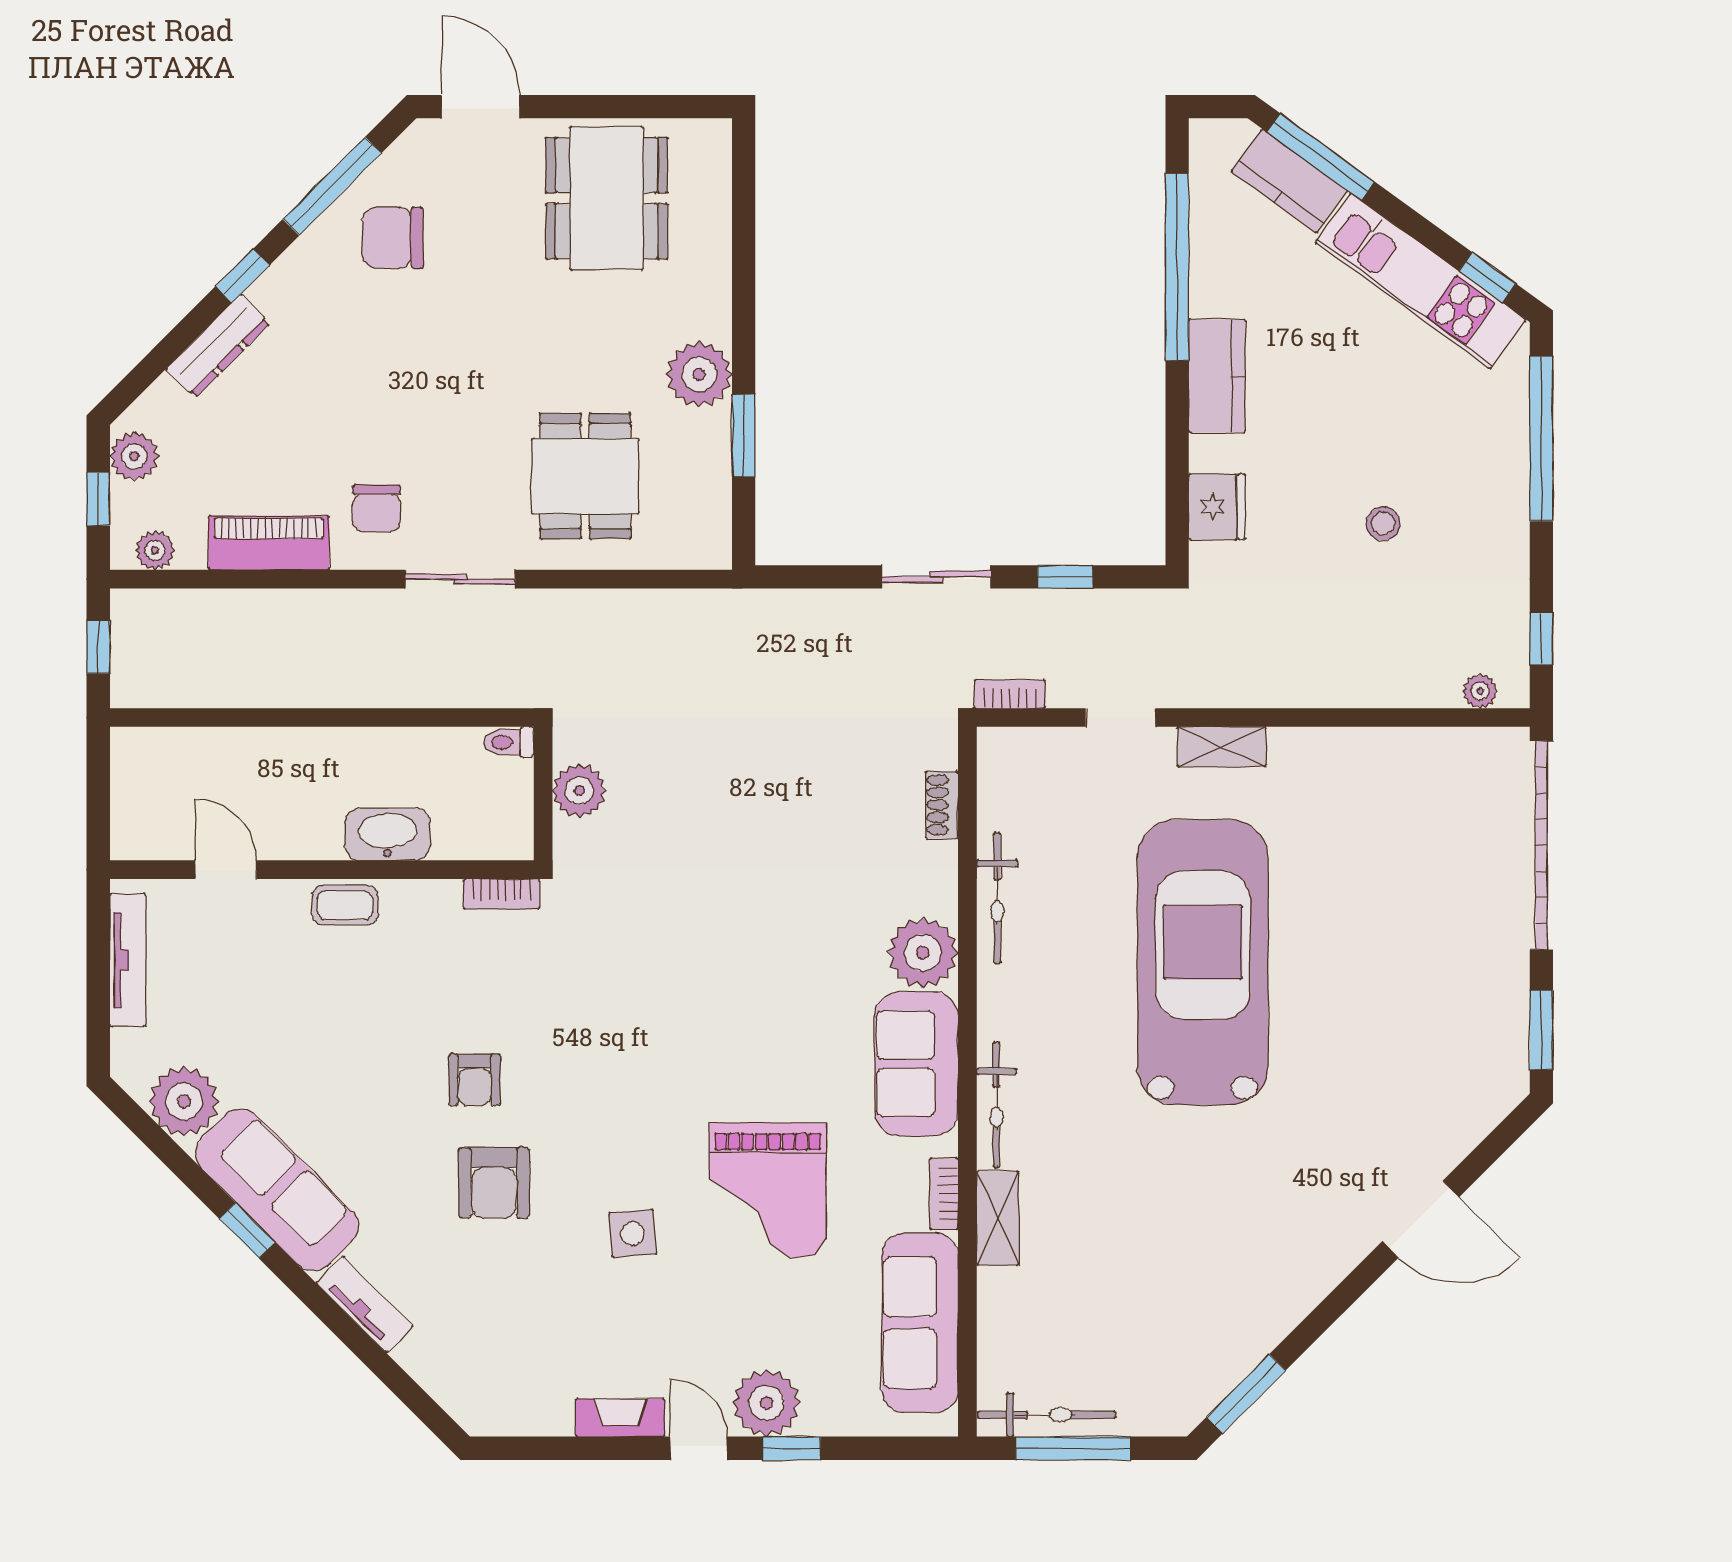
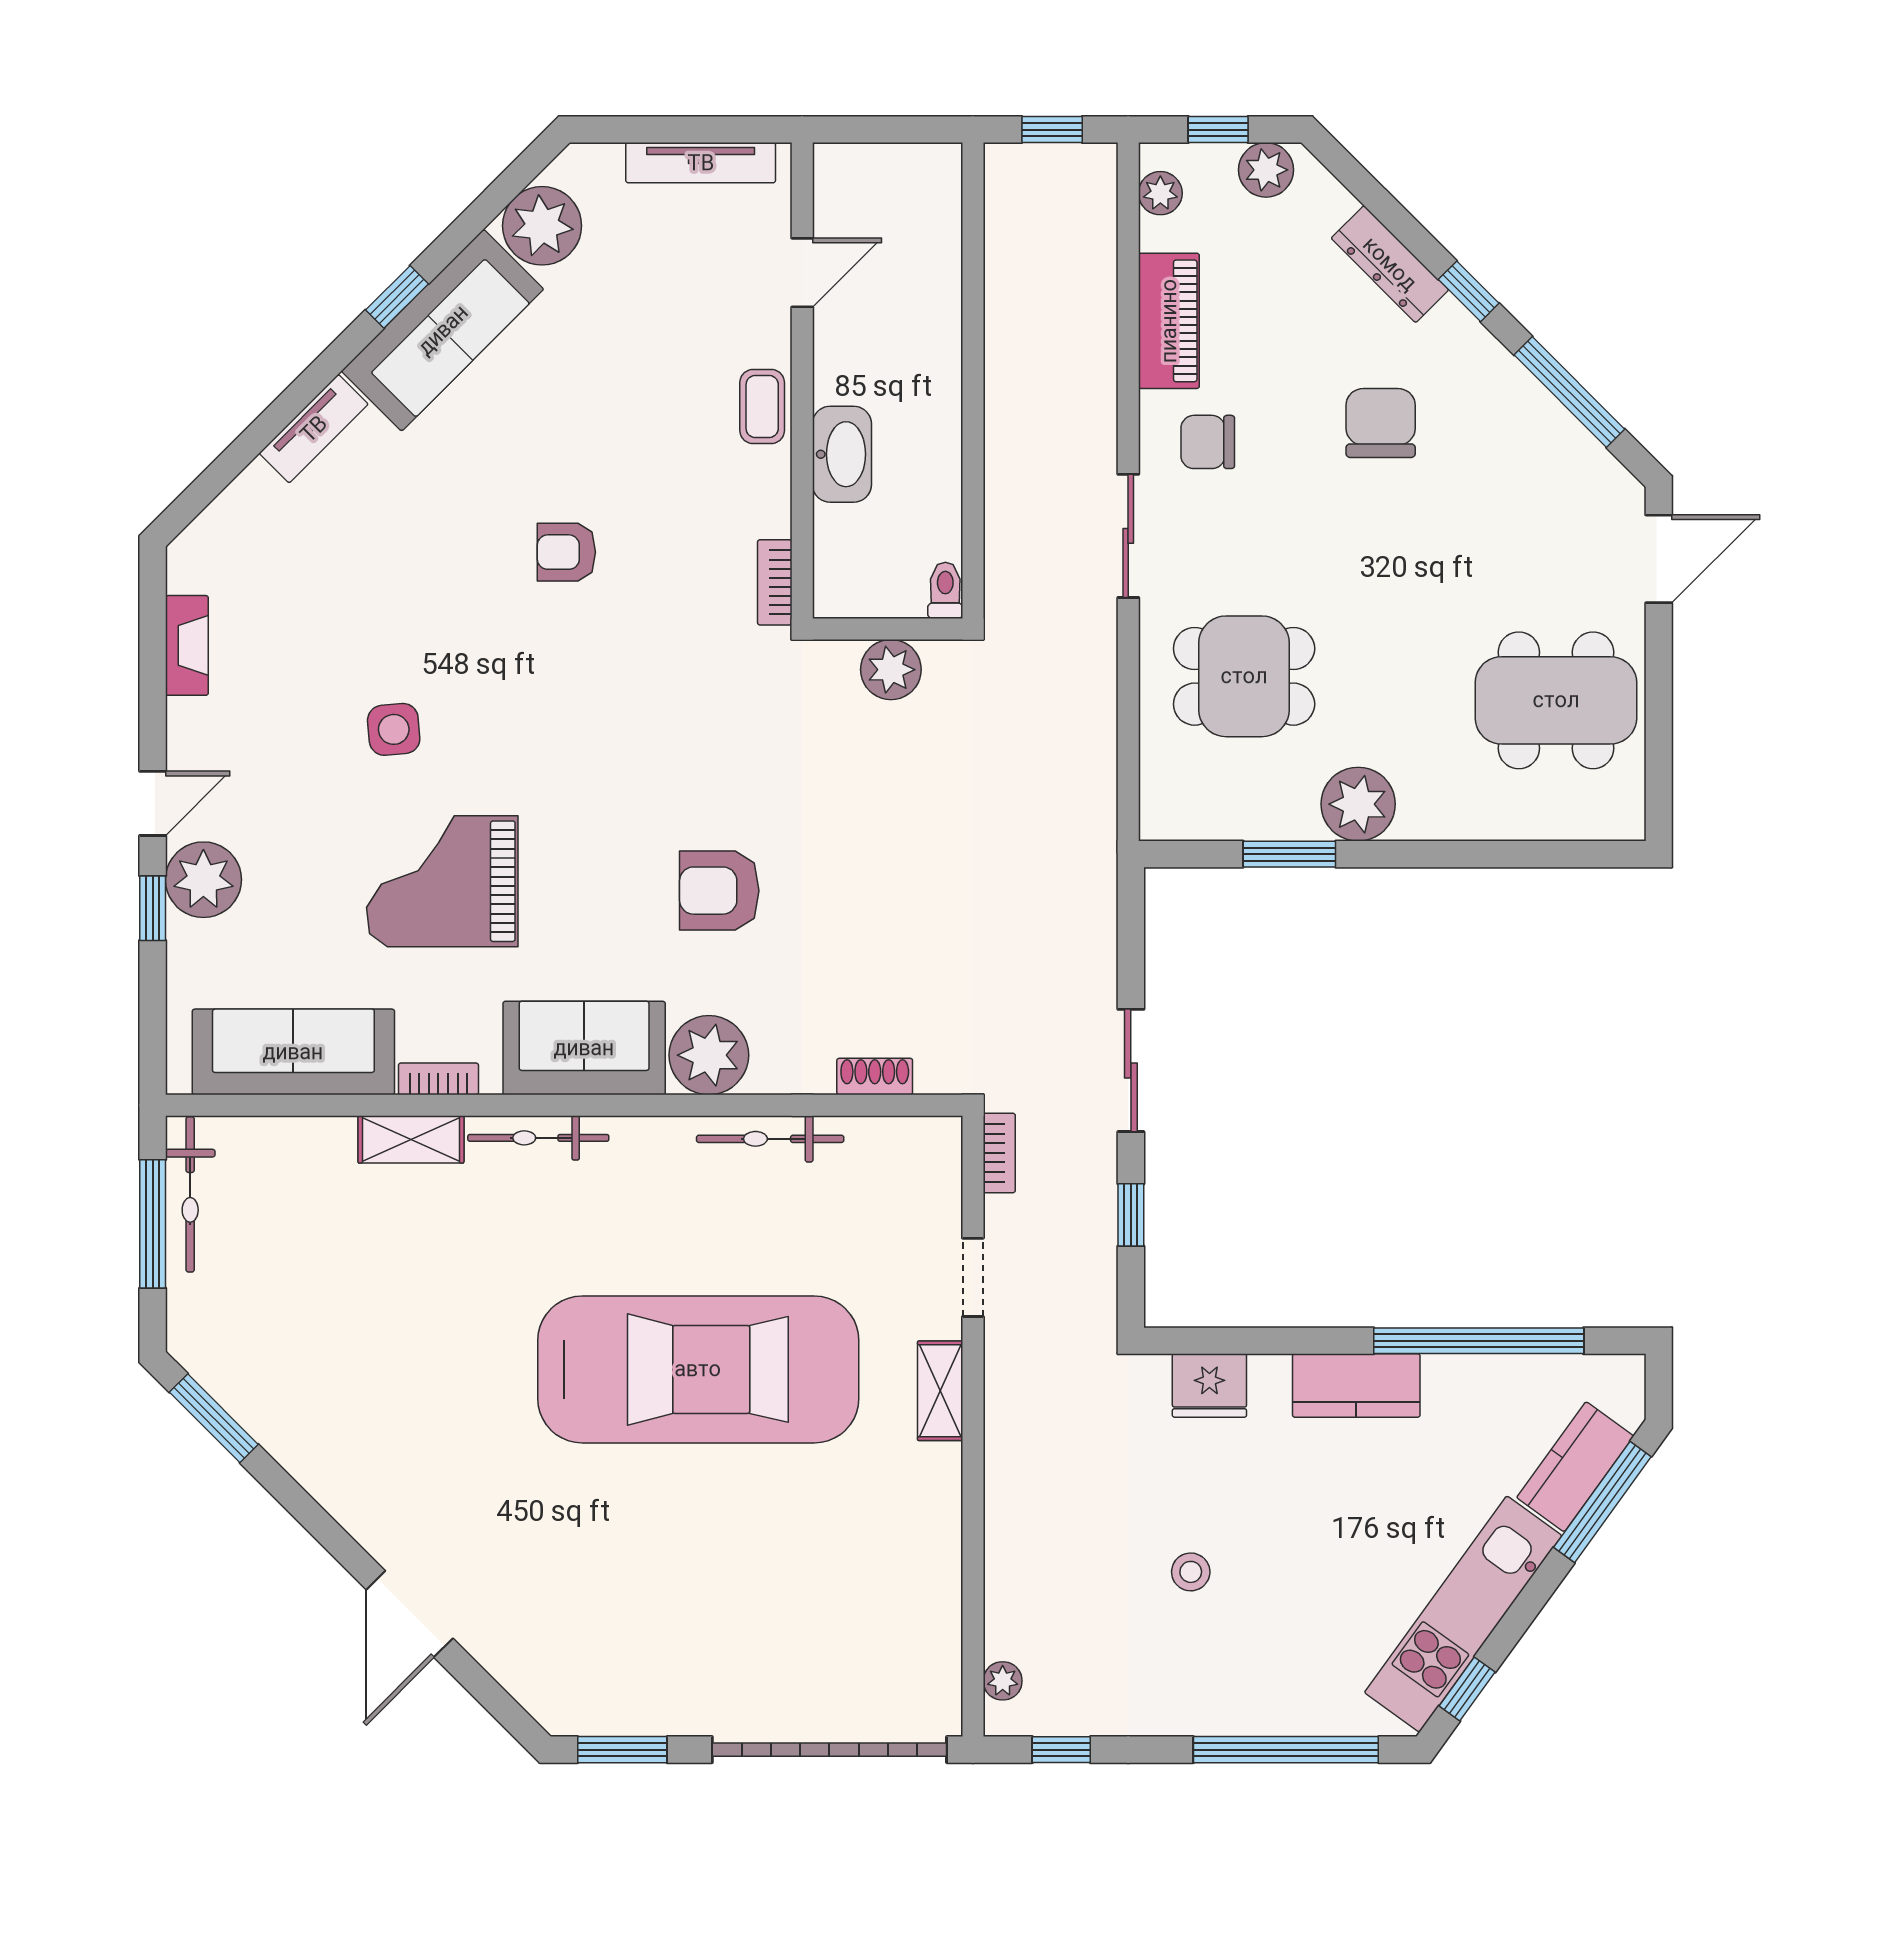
chair: (393, 238) -> (1381, 423), moved
armchair: (494, 1183) -> (719, 891), moved
fireplace: (620, 1418) -> (187, 645), moved

